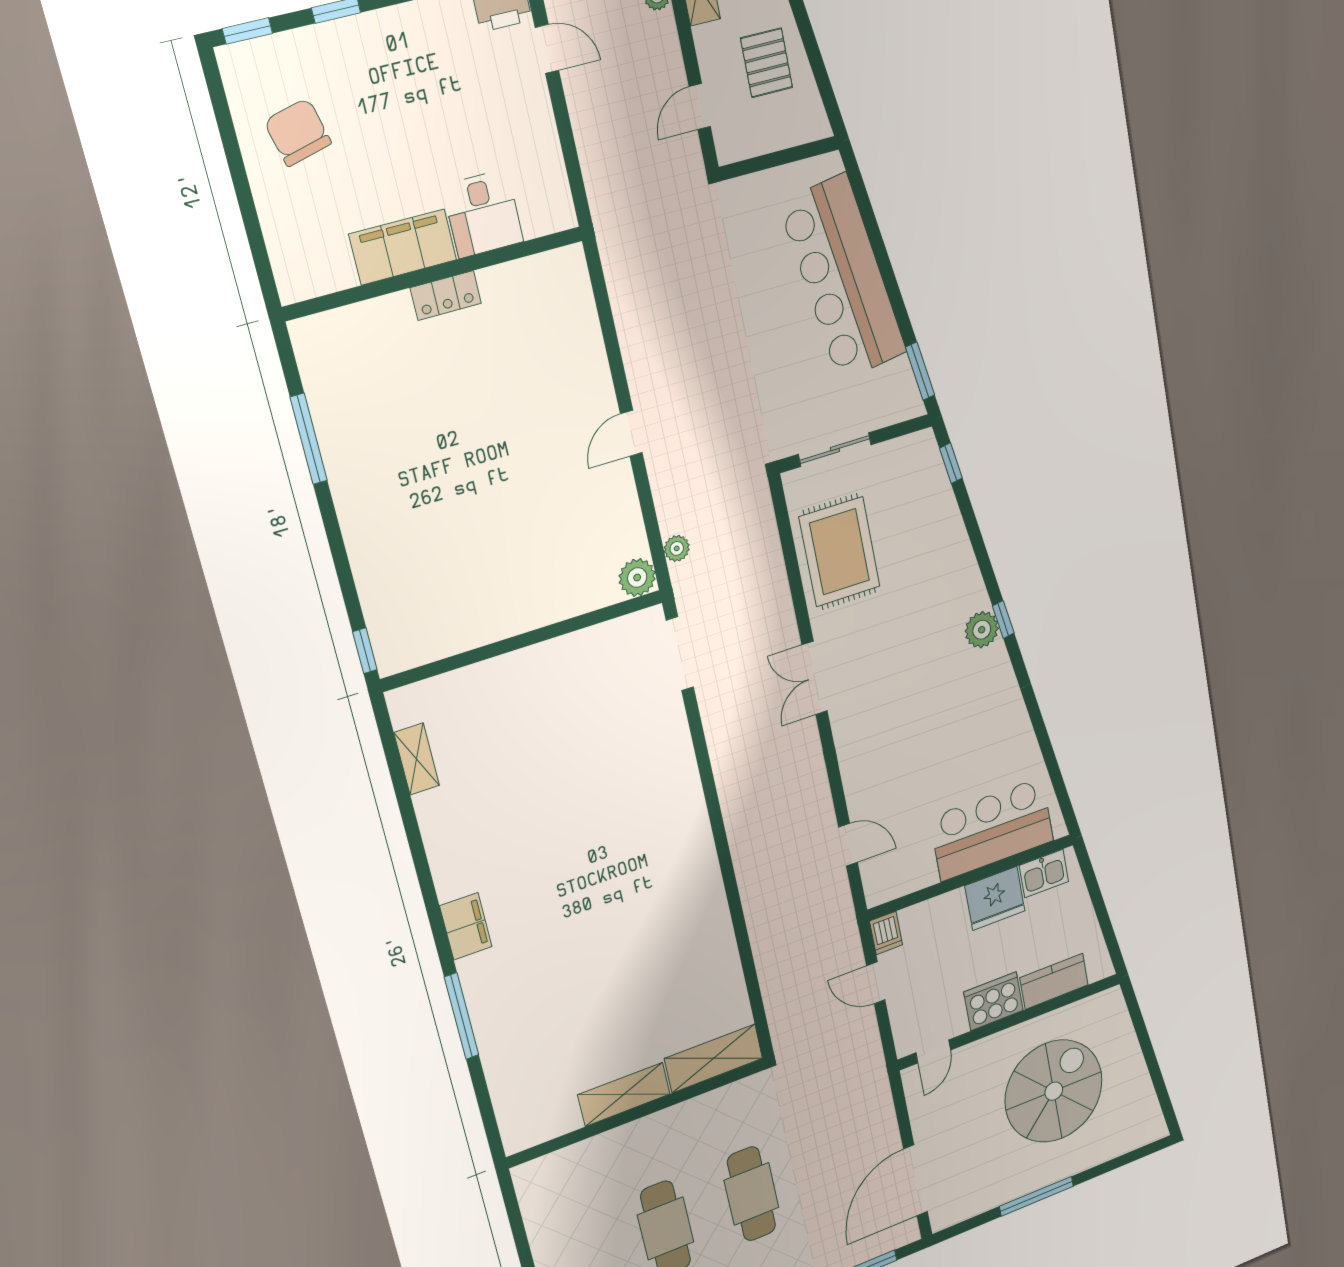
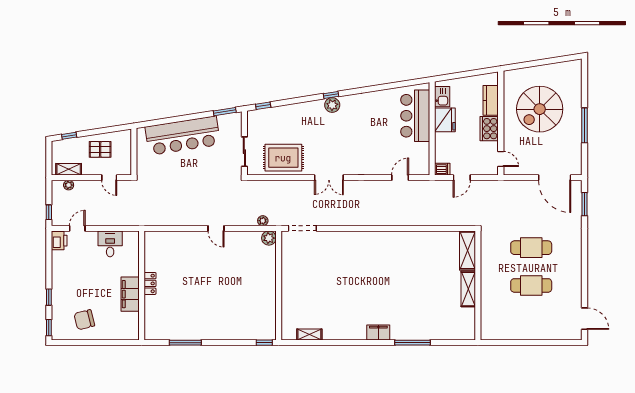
desk: (483, 214) -> (110, 244), moved, turned -90
spiral stairs: (1054, 1091) -> (540, 109), turned -90

